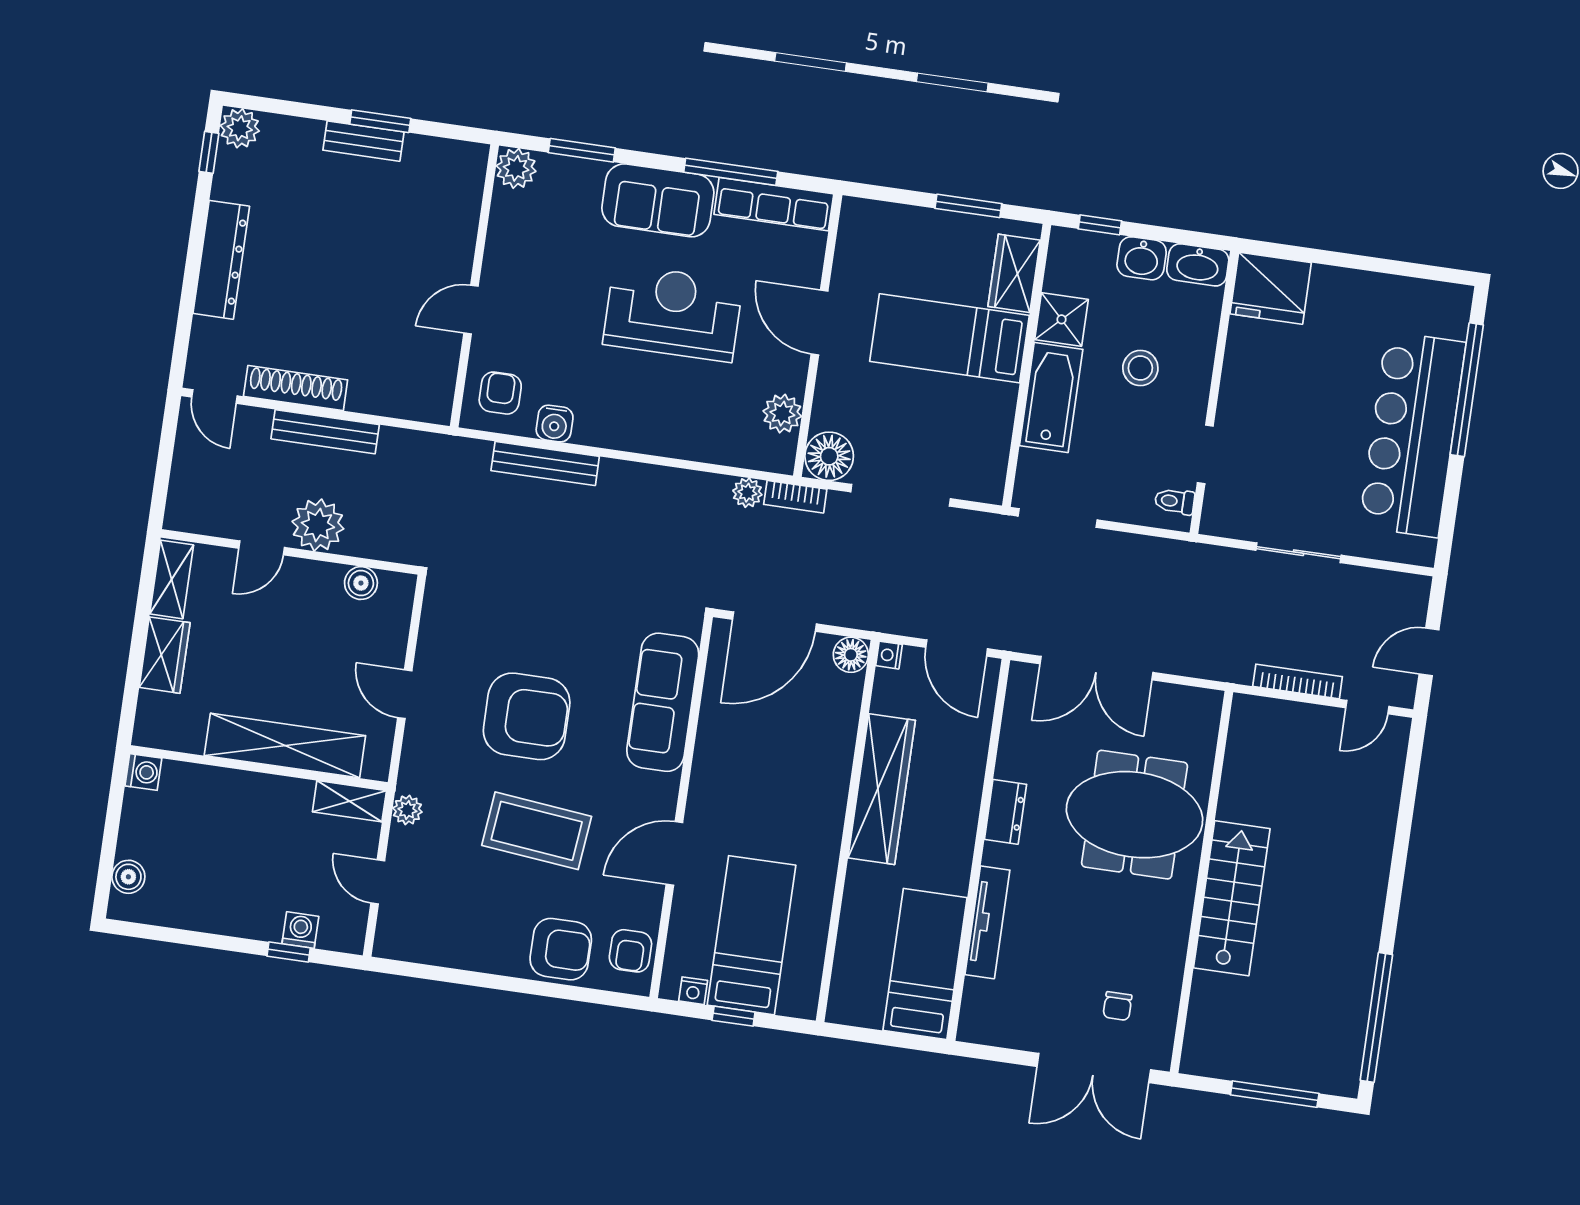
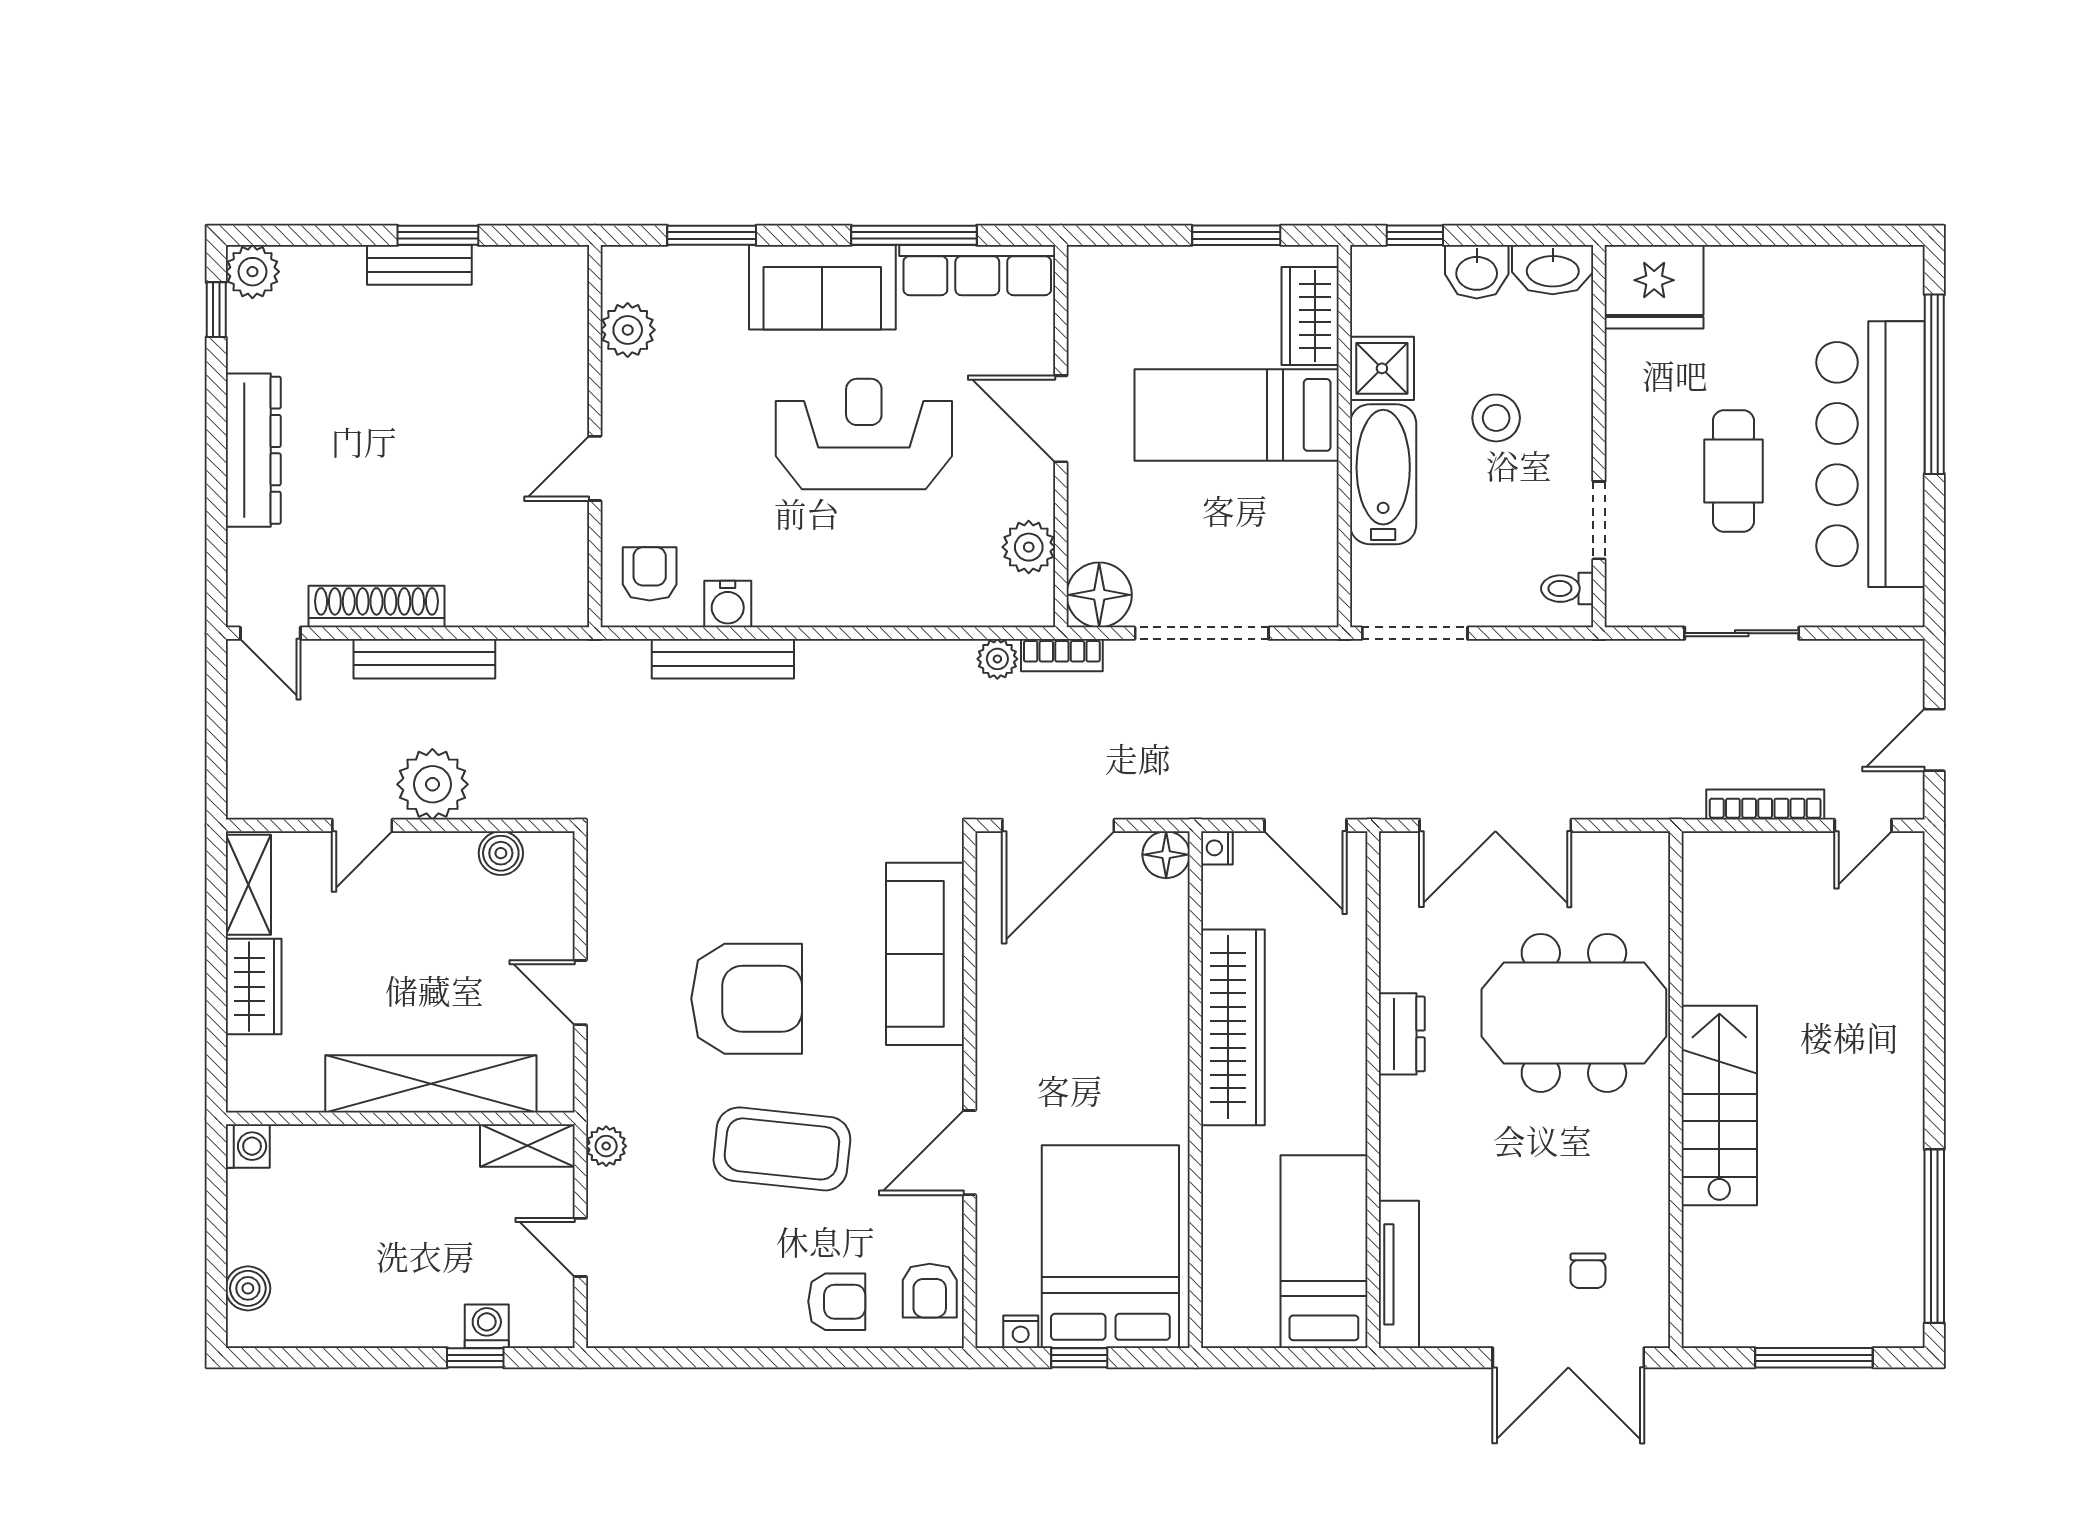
plant: (516, 168) -> (628, 330), moved
cafe table: (1310, 432) -> (1733, 471), added
tv unit: (987, 922) -> (1399, 1274), moved
bed: (751, 935) -> (1110, 1247), width x1.50
armchair: (561, 949) -> (837, 1302), width x0.72, depth x0.72

